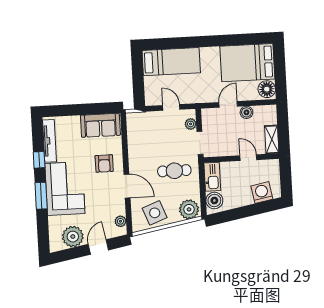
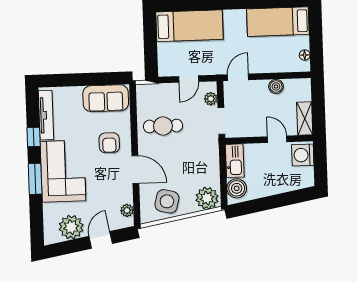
bed: (247, 63) -> (278, 22), width x0.67
floor lamp: (267, 89) -> (305, 55), width x0.53, depth x0.53
door: (228, 104) -> (238, 77), moved
door: (171, 107) -> (189, 79), swing flipped
cafe table: (174, 171) -> (163, 126), moved
washing machine: (262, 193) -> (303, 155), moved, turned -80
side table: (155, 213) -> (167, 201), turned 35

